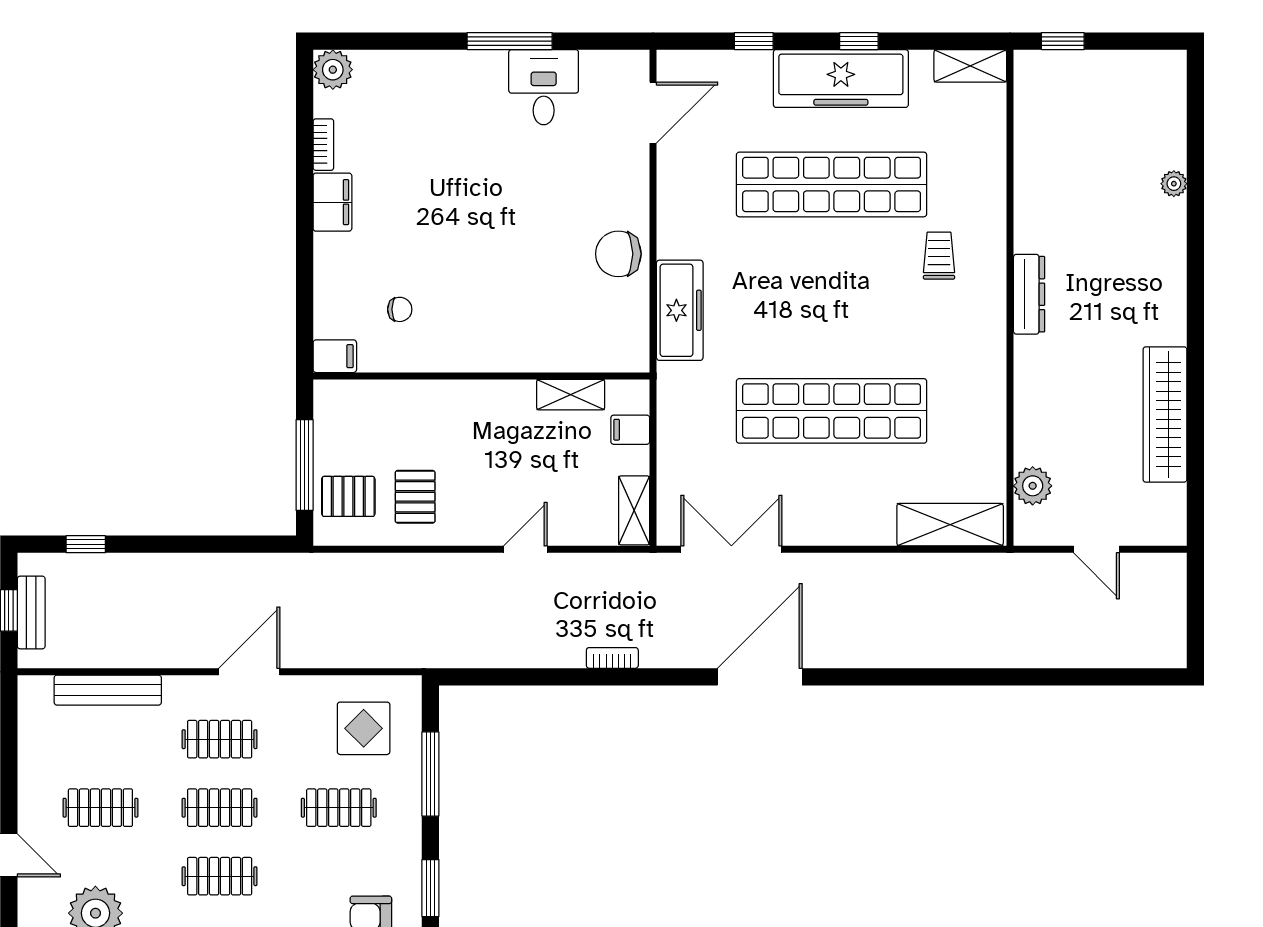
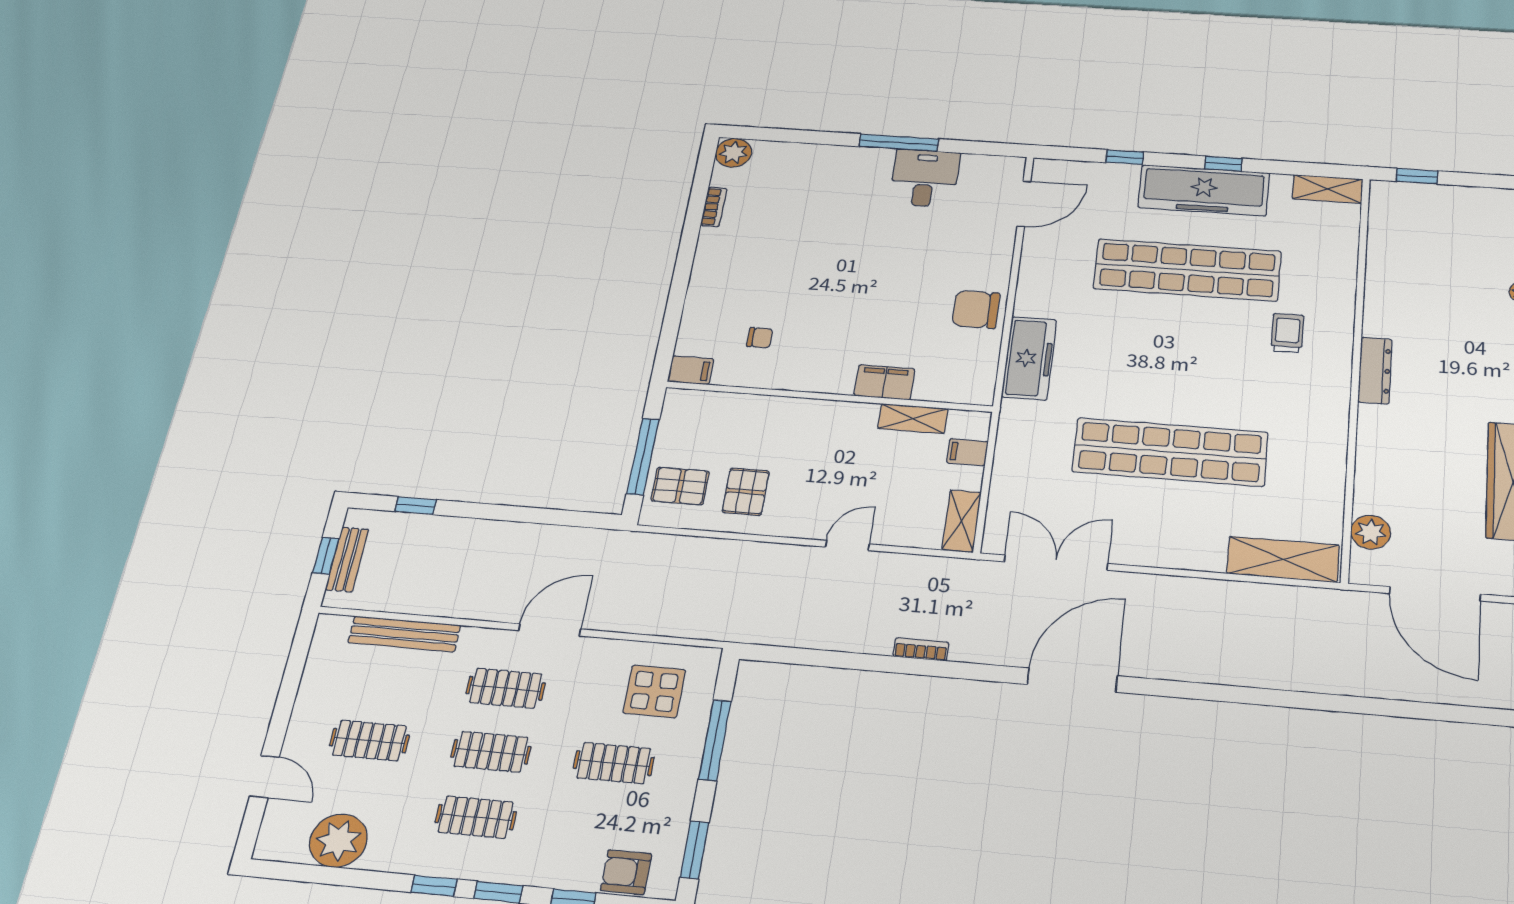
filing cabinet: (332, 202) -> (884, 382), moved, turned -90
door: (1096, 549) -> (1435, 594), width x1.87

